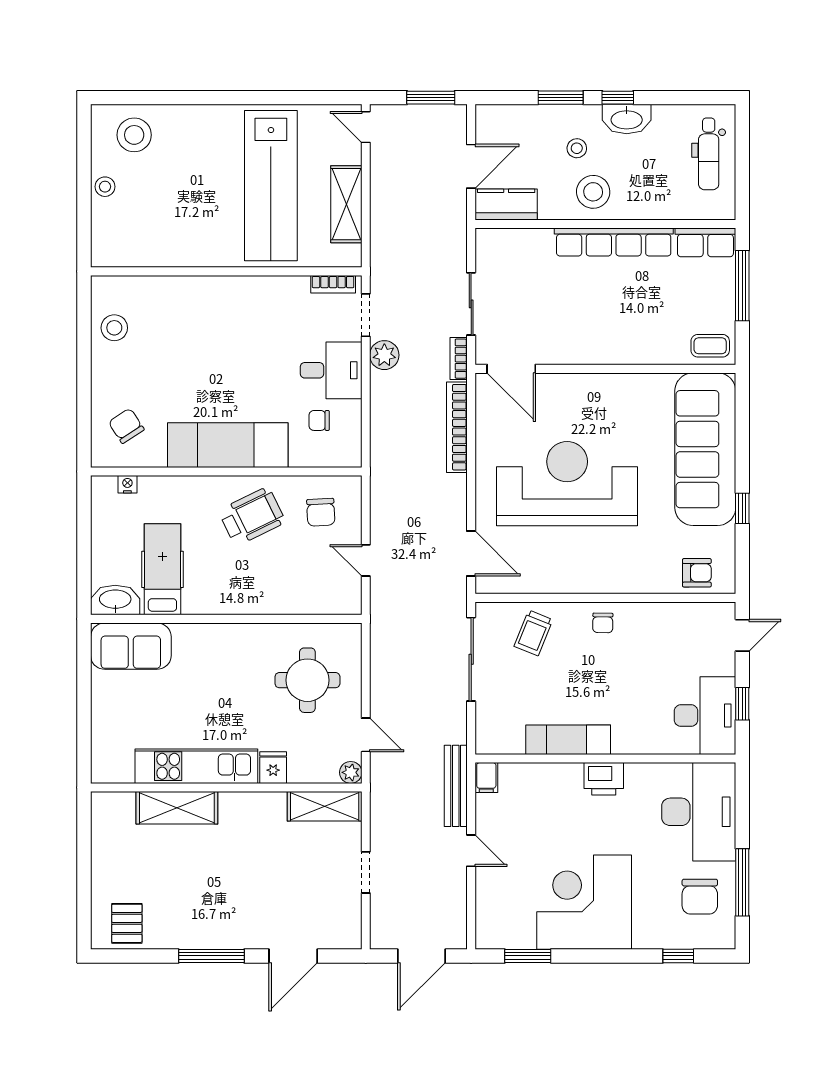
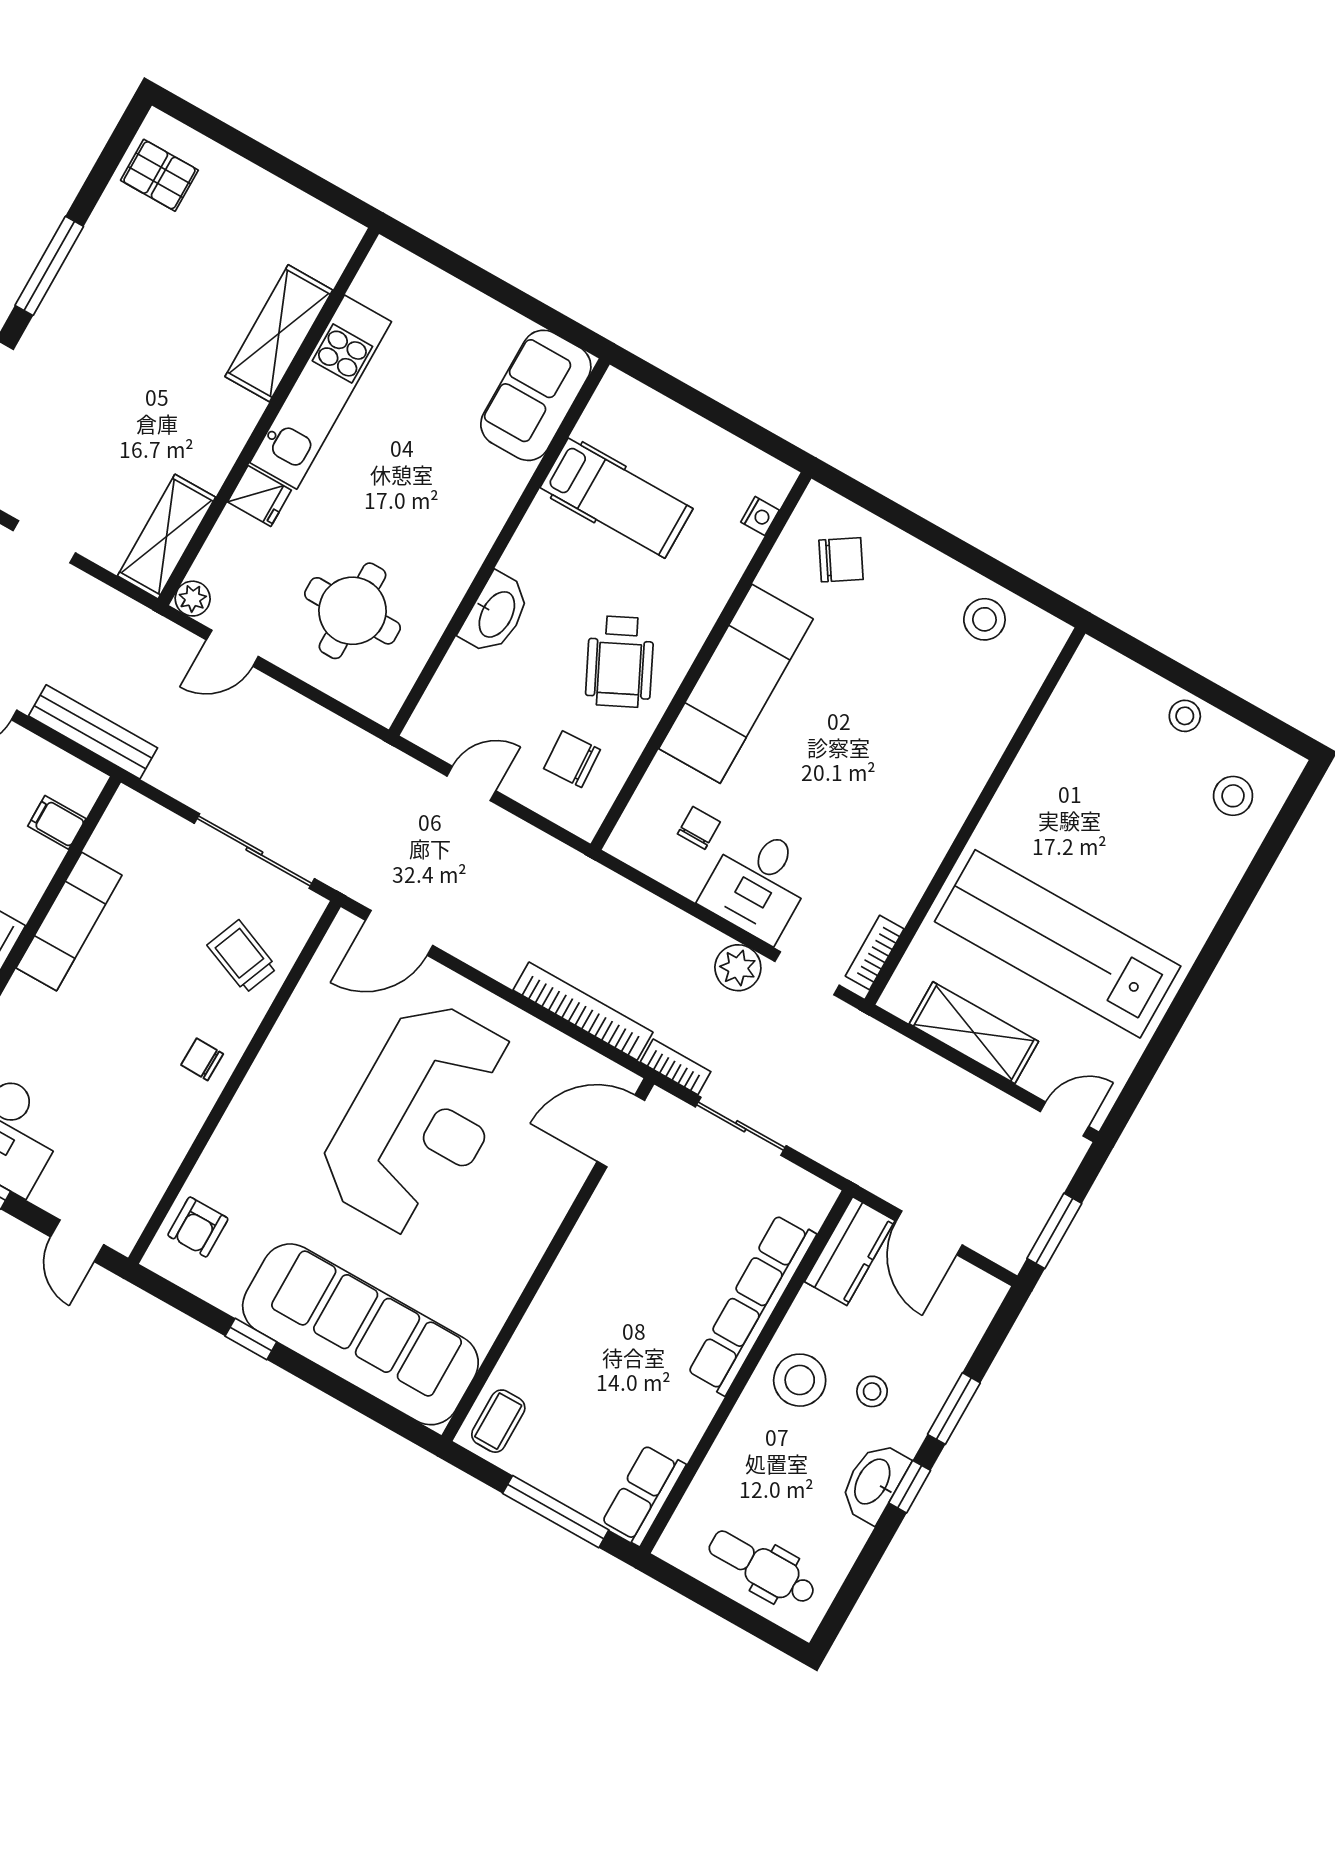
stool: (134, 135) -> (1233, 796), width x0.73, depth x0.73
row of seats: (614, 242) -> (752, 1304), moved
washbasin: (115, 600) -> (496, 614), moved
filing cabinet: (486, 777) -> (57, 822), moved

